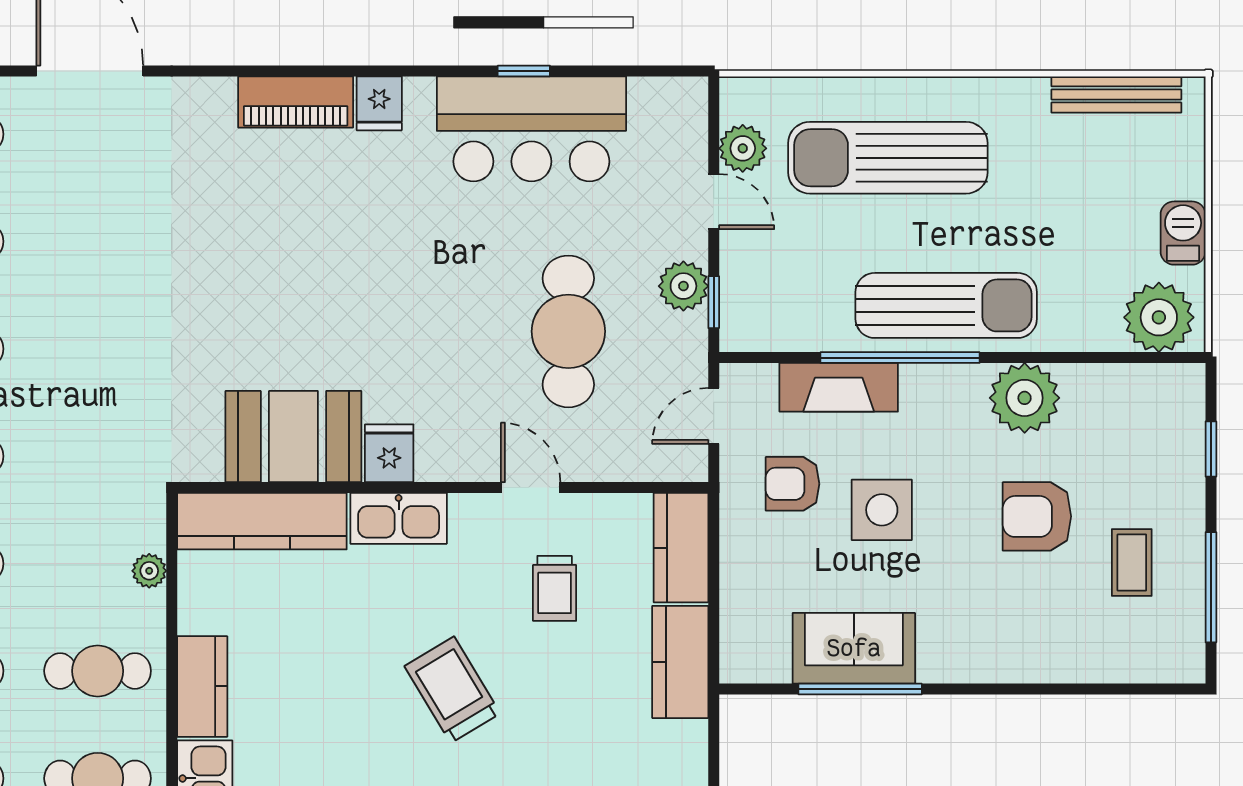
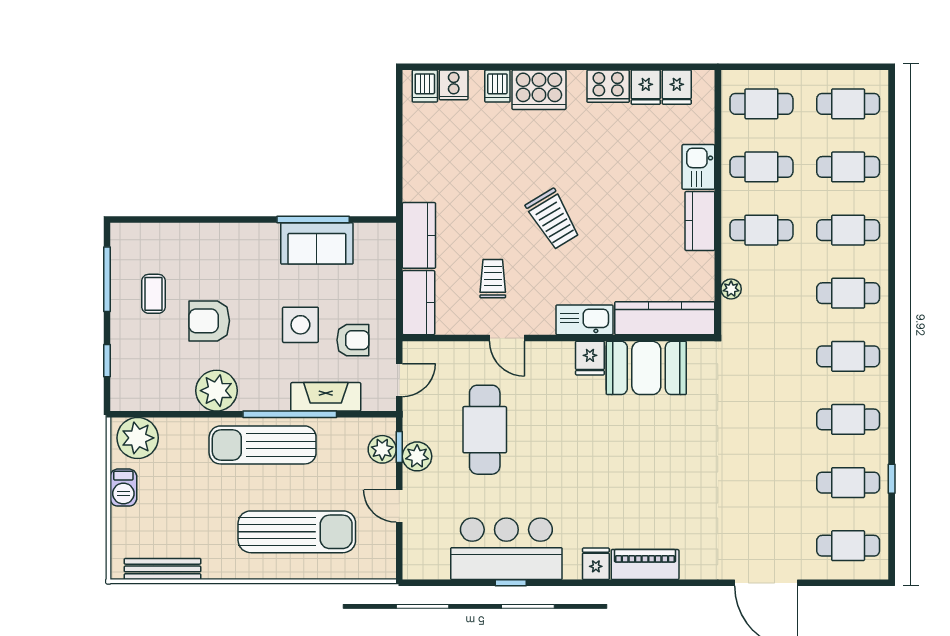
plant: (743, 148) -> (382, 449), moved
armchair: (1037, 516) -> (209, 321), turned 180

